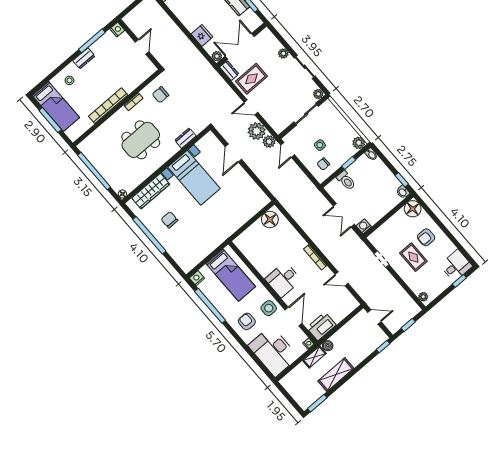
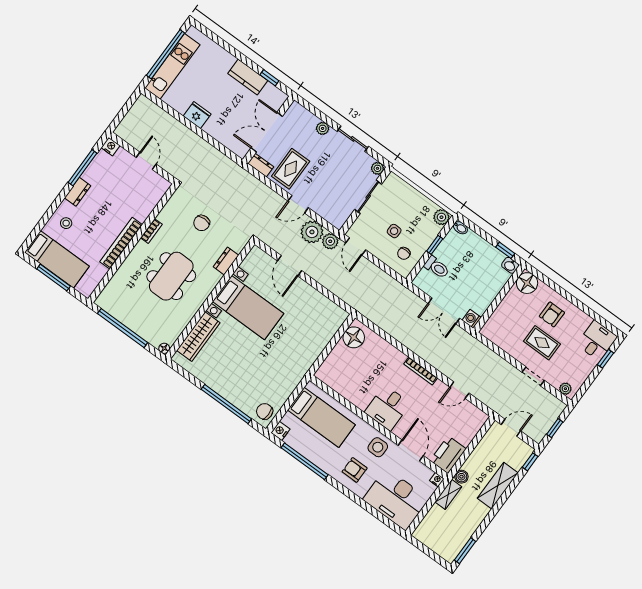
fridge: (202, 35) -> (197, 115), moved
plant: (217, 56) -> (241, 151), removed
chair: (161, 95) -> (202, 223), moved
chair: (169, 220) -> (265, 411), moved
window: (149, 235) -> (226, 404), moved
doorway: (382, 259) -> (533, 376), moved
shelving: (336, 375) -> (498, 486), moved

